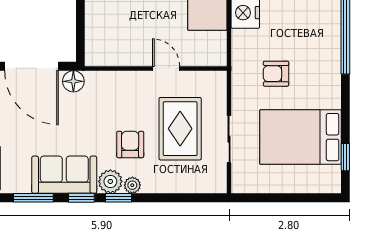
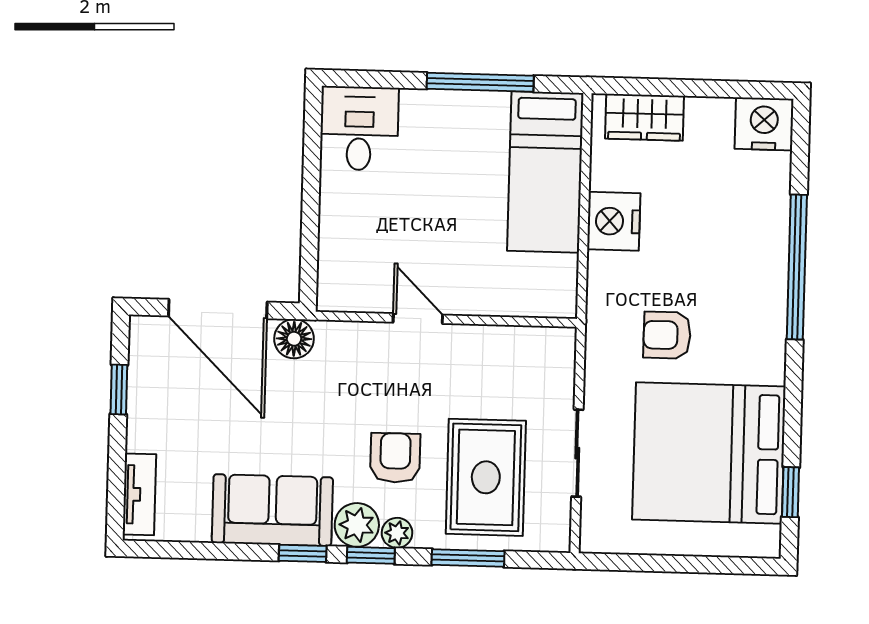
door: (166, 68) -> (418, 319), moved
rug: (180, 129) -> (486, 477), moved
bed: (300, 137) -> (709, 453), width x1.36
window: (33, 198) -> (468, 558), moved

